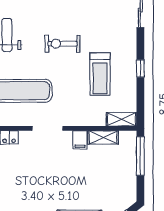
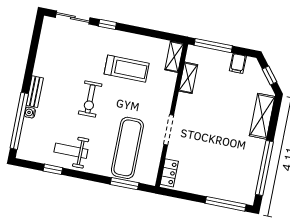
window: (140, 68) -> (107, 24), moved
filing cabinet: (80, 140) -> (238, 63), moved, turned 90

